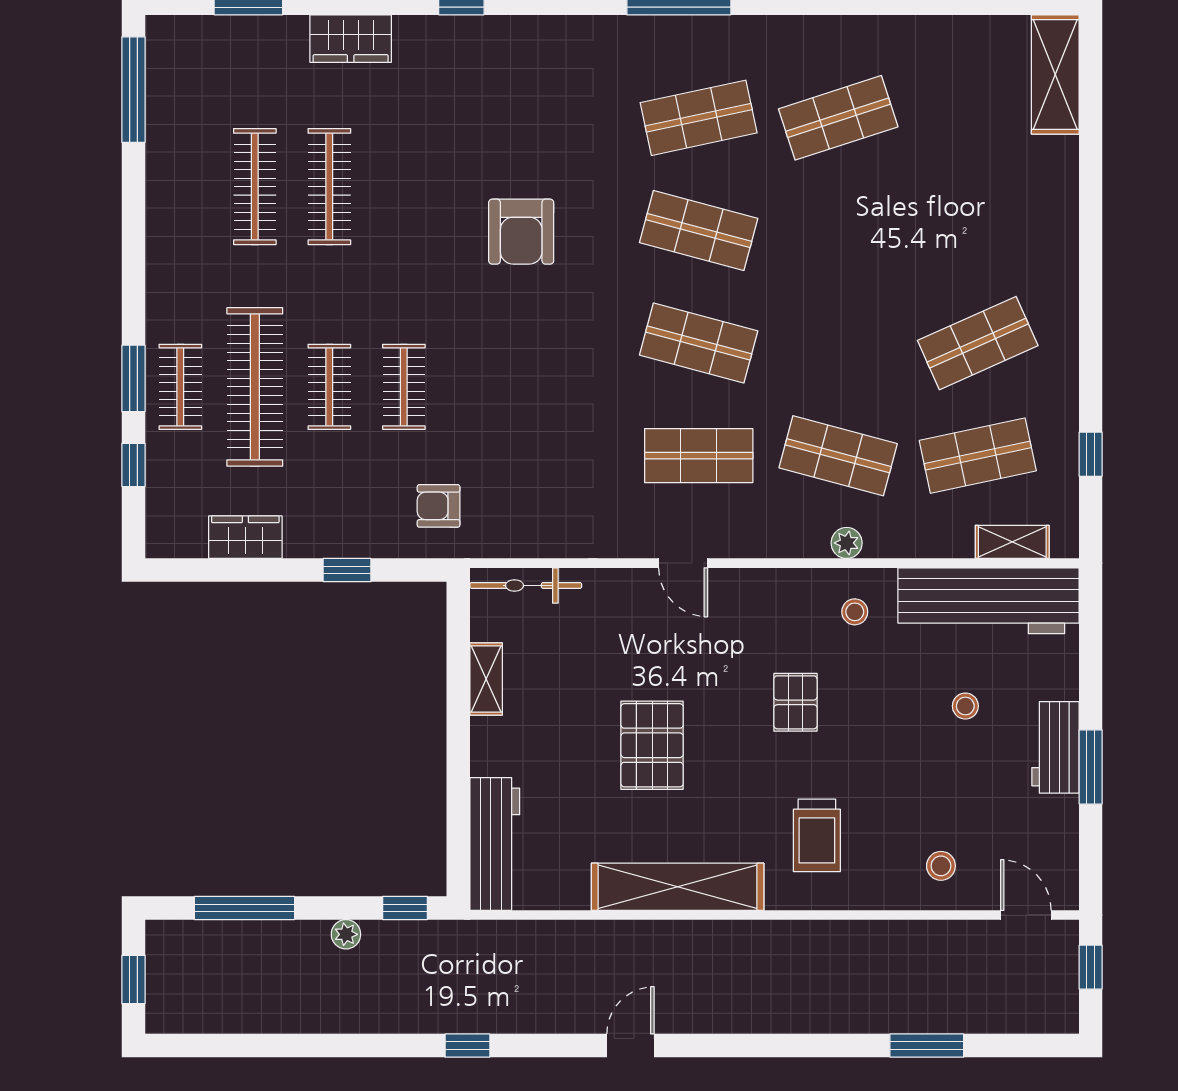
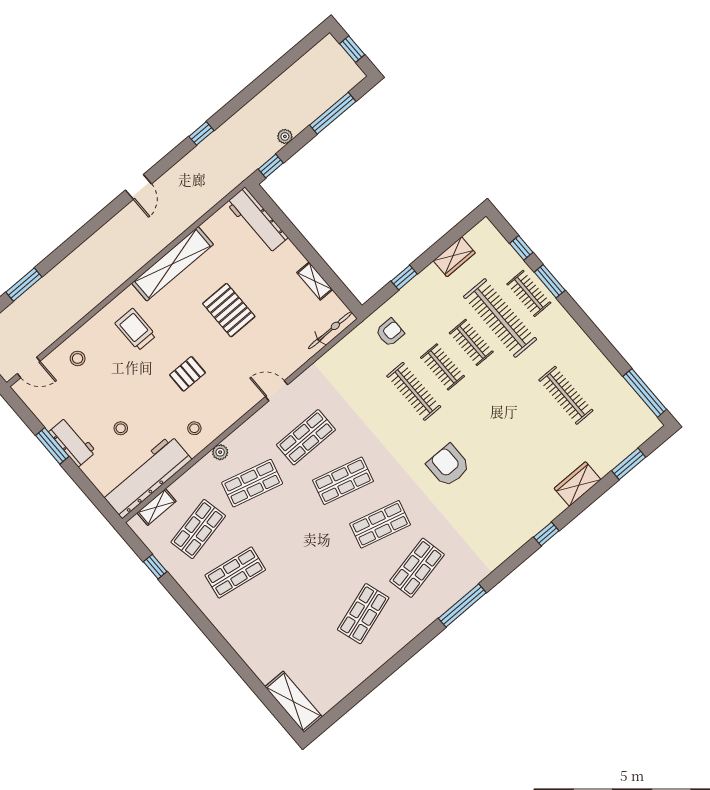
clothes rail: (329, 187) -> (414, 391), moved
shop shelf: (978, 343) -> (235, 573), turned 33
pallet: (795, 702) -> (188, 374), turned 90

